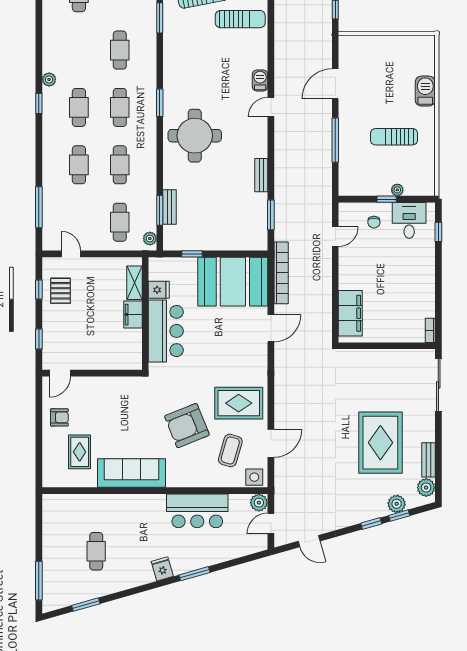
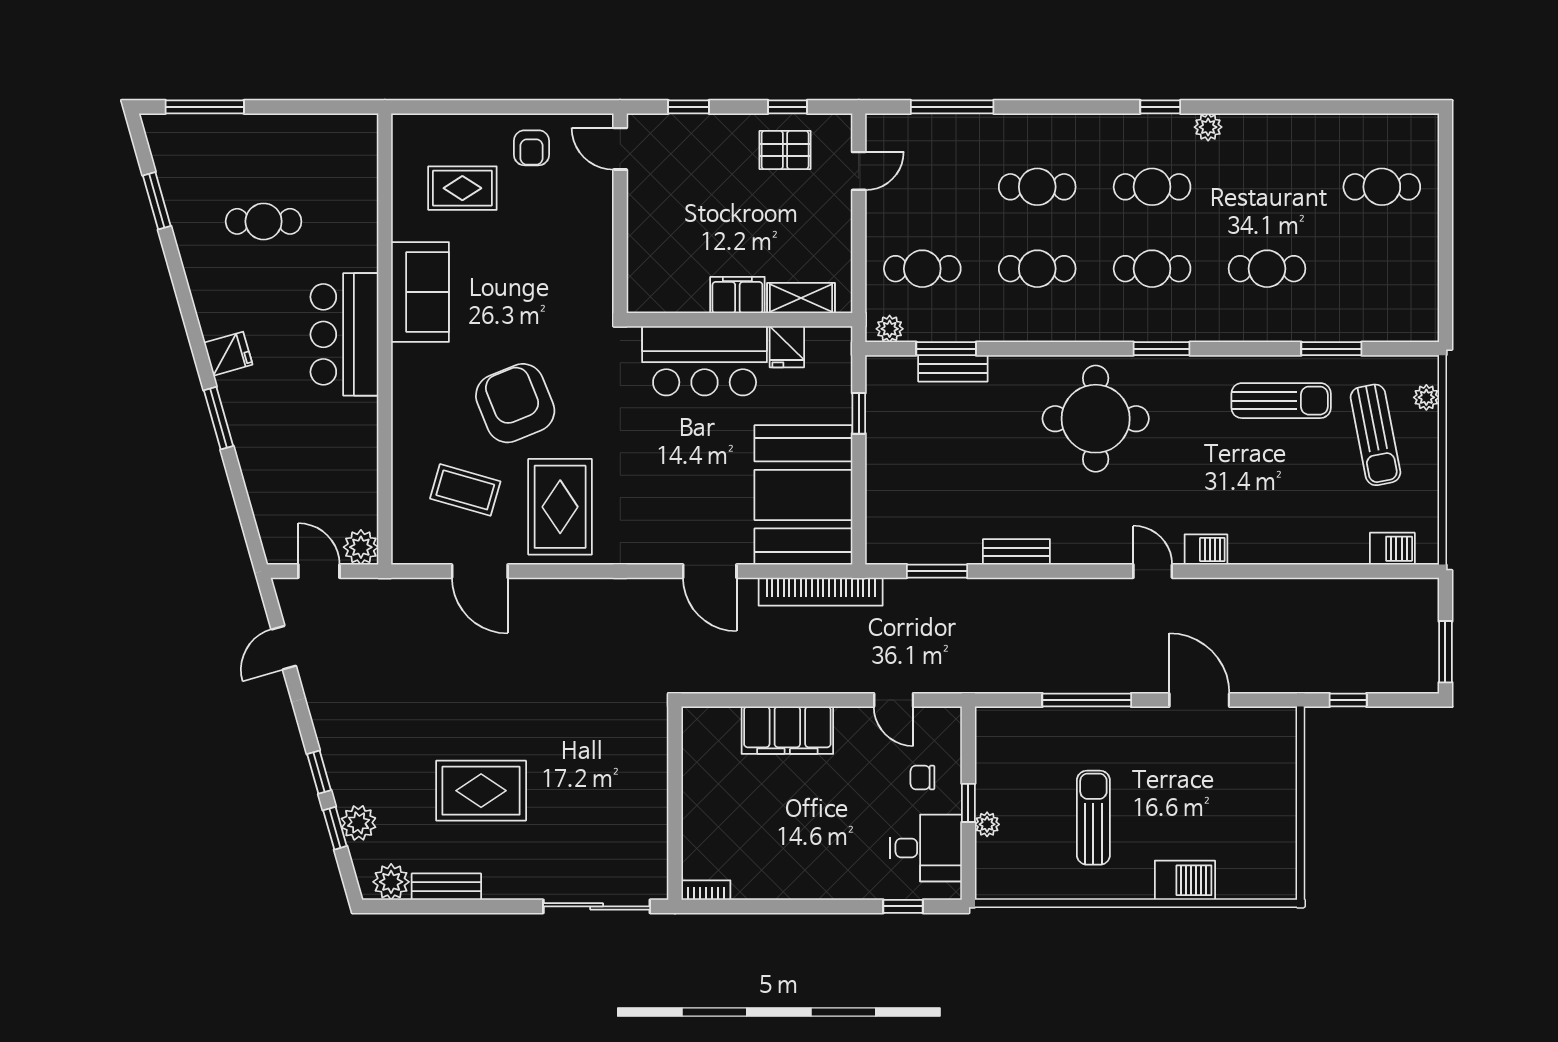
sun lounger: (240, 19) -> (1281, 401), moved, turned -90
filing cabinet: (350, 313) -> (787, 730), moved
rug: (380, 443) -> (481, 791), width x0.73, depth x0.69
sofa: (131, 473) -> (420, 292), width x0.73
side table: (254, 477) -> (412, 538), removed
bar counter: (197, 511) -> (344, 334), moved

